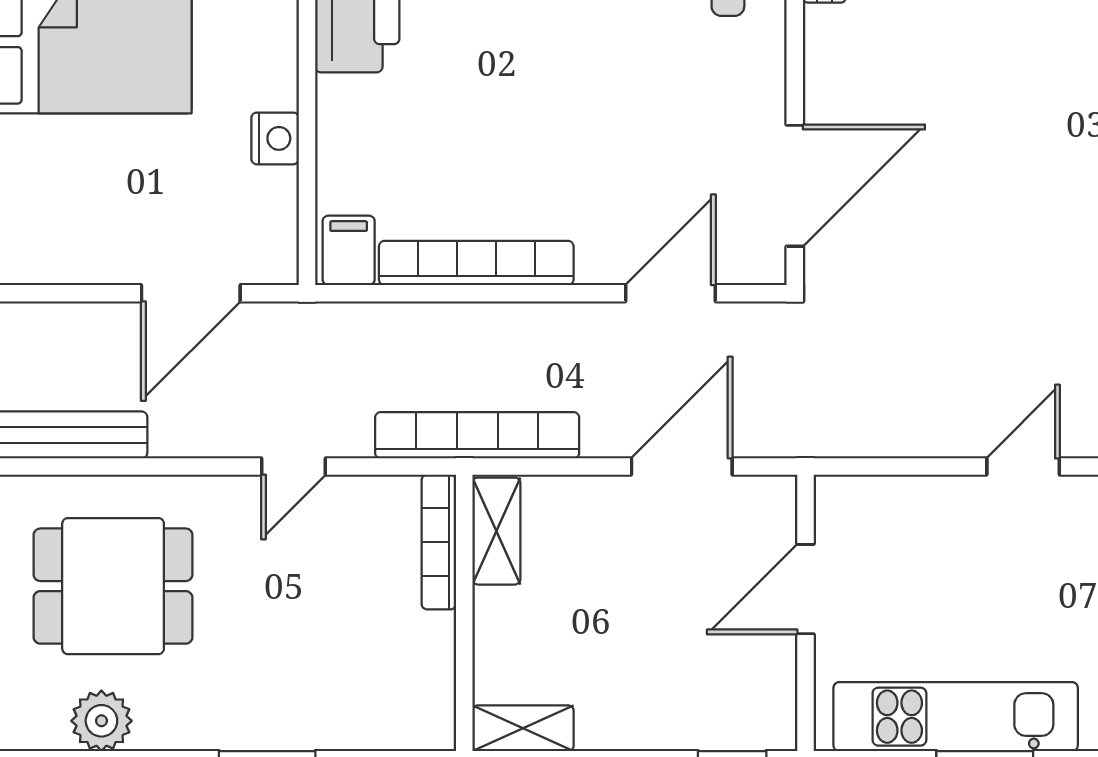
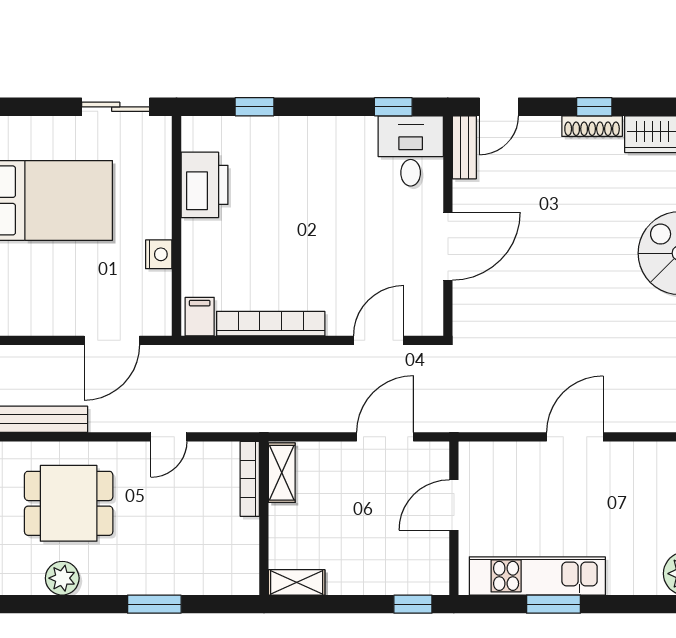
door: (795, 186) -> (448, 246), moved
bookcase: (477, 435) -> (271, 419), removed
door: (1023, 467) -> (575, 437), width x1.38

